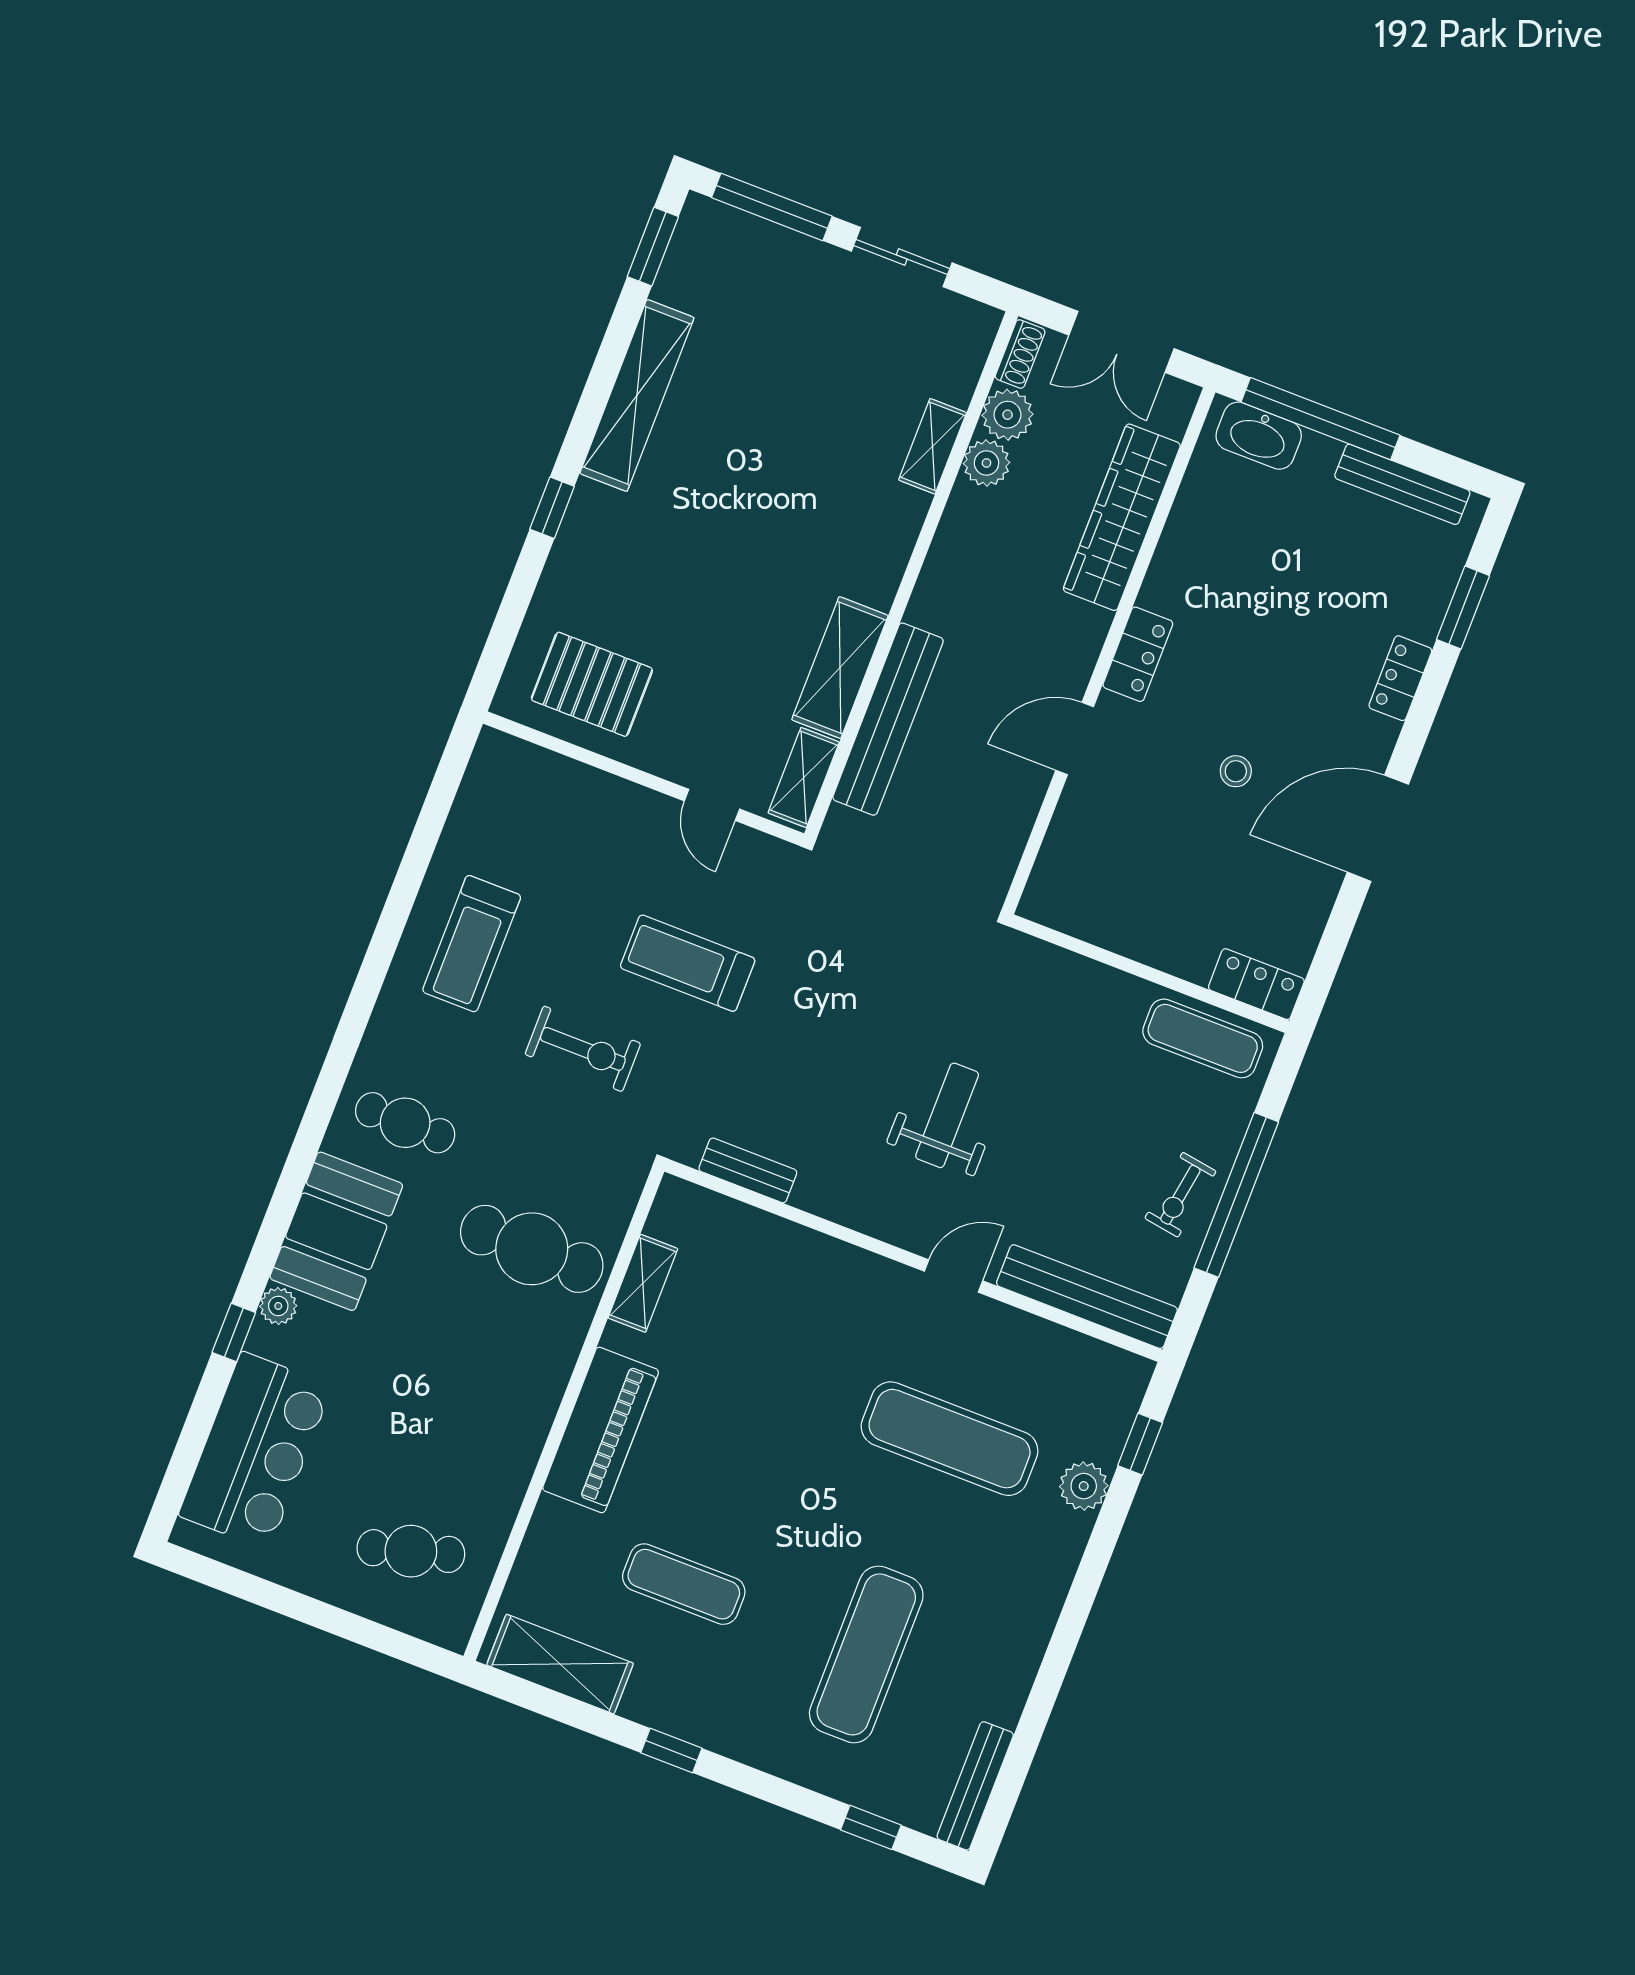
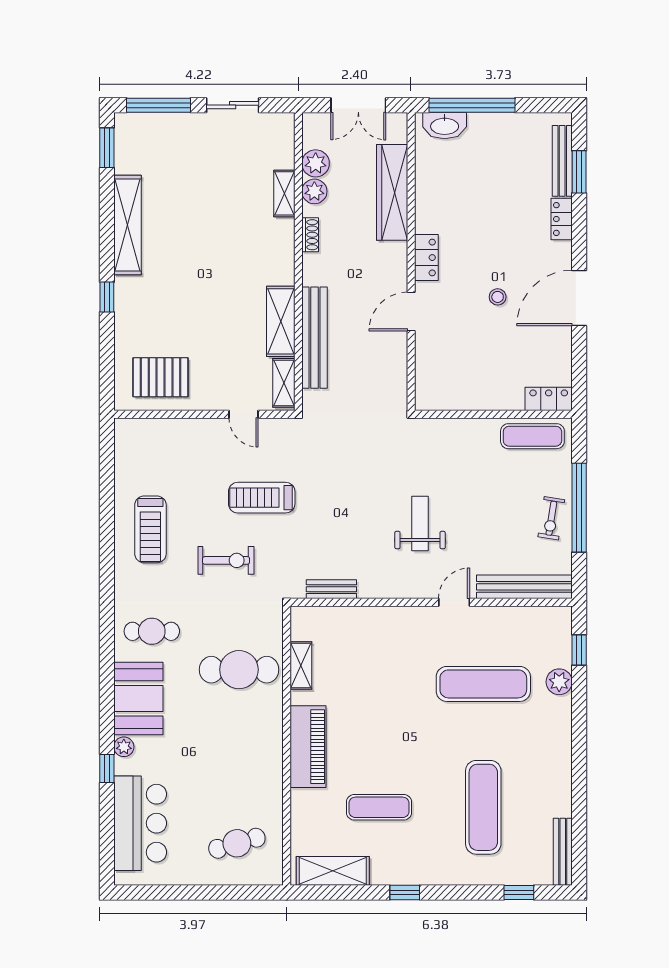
shoe rack: (1020, 354) -> (310, 235), moved
bench: (1402, 484) -> (562, 161), moved, turned 90

